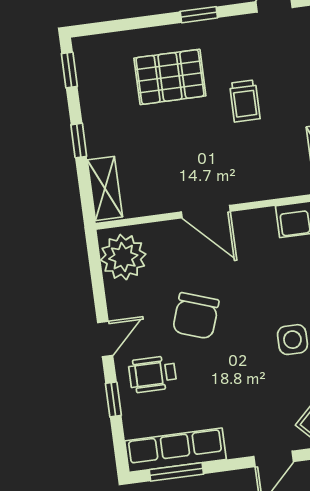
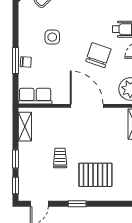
door: (206, 212) -> (87, 106), width x1.36

